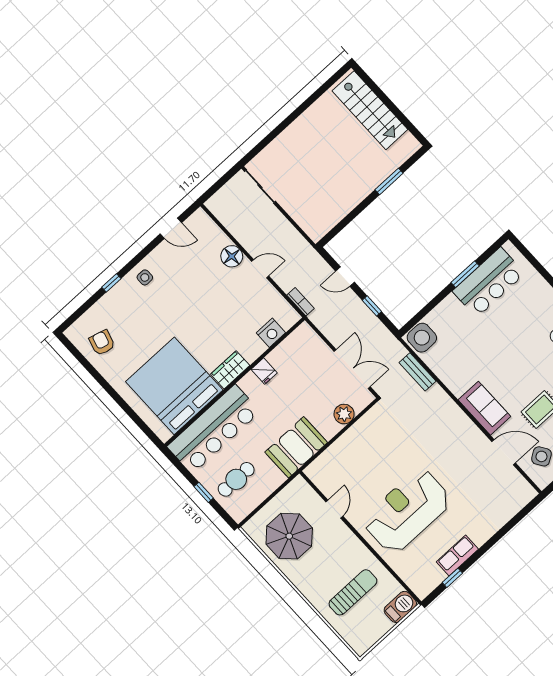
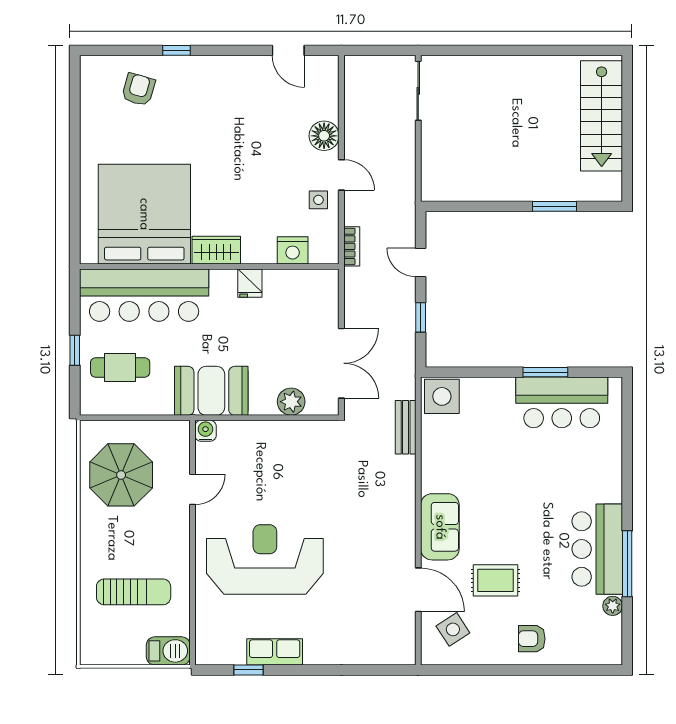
side table: (145, 277) -> (318, 200), moved
armchair: (102, 343) -> (138, 90), moved
water cooler: (313, 471) -> (205, 431), added

